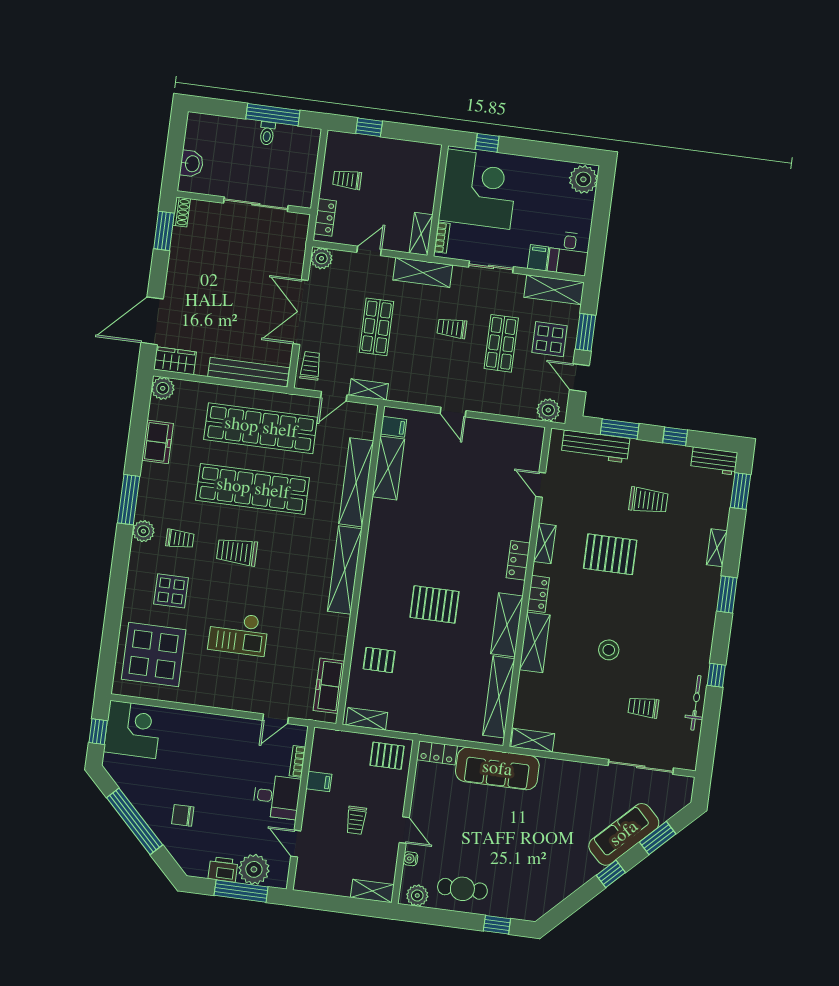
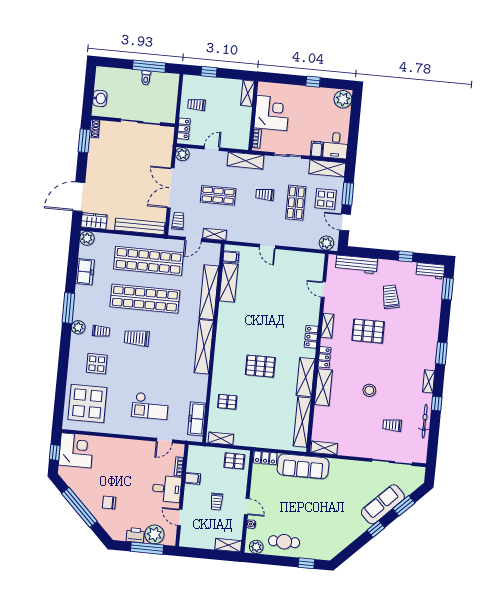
window: (487, 143) -> (313, 82), moved
corner desk: (479, 189) -> (272, 113), width x0.74, depth x0.74
shelving: (421, 234) -> (248, 93), moved
shop shelf: (376, 327) -> (218, 195), turned 90
window: (620, 429) -> (371, 253), removed
trolley: (648, 501) -> (391, 297), turned -102
shelving: (717, 548) -> (429, 381), moved
checkout: (238, 633) -> (150, 406), moved

